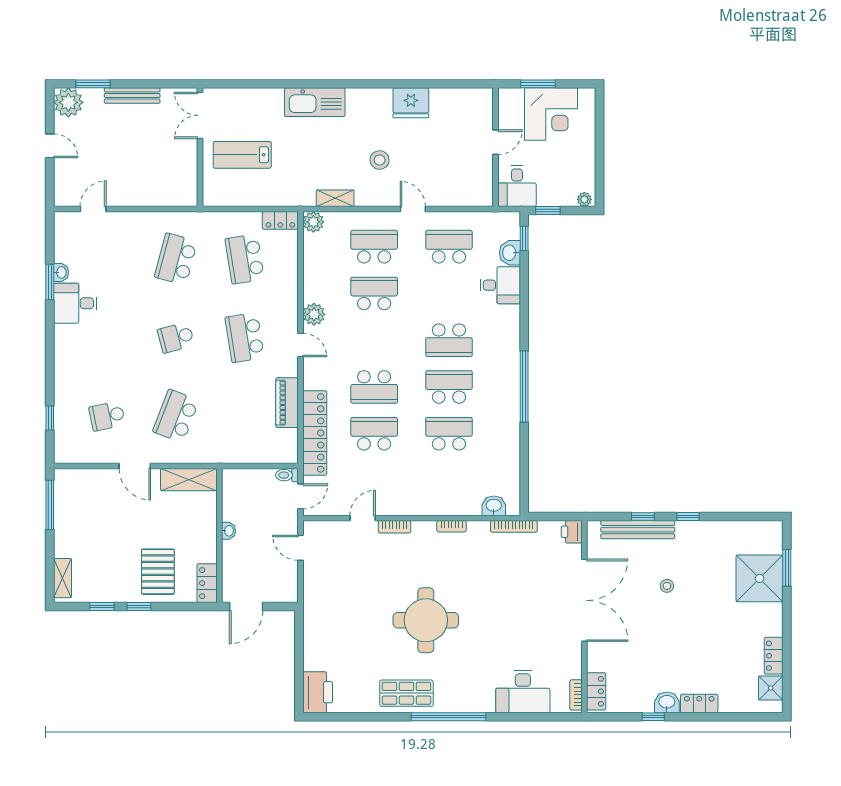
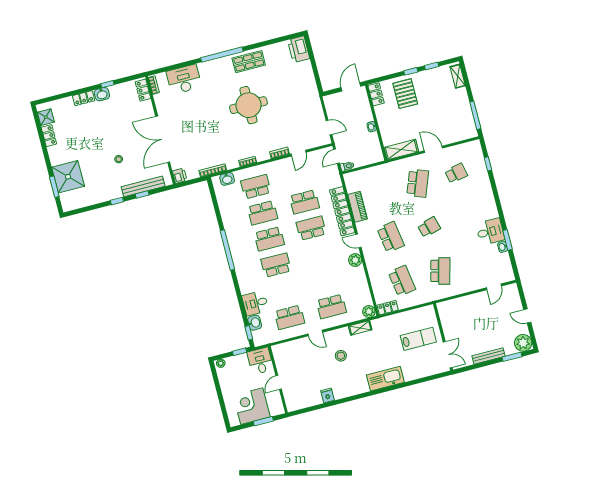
fridge: (411, 103) -> (327, 396), width x0.53, depth x0.75
school desk: (374, 293) -> (256, 187), moved, turned 180
locker: (315, 433) -> (342, 211), moved

